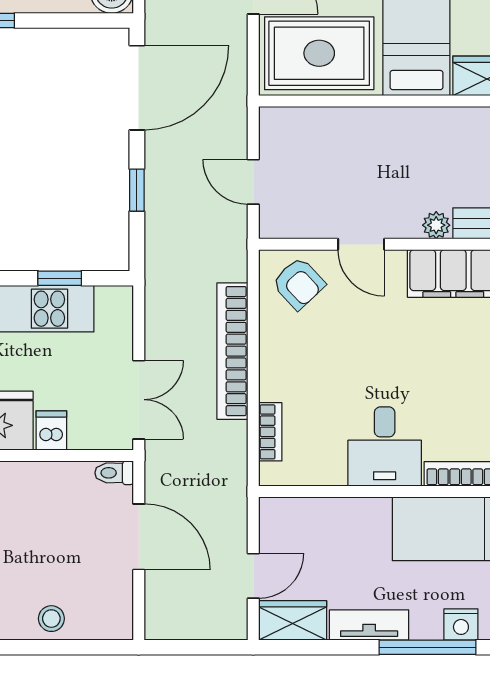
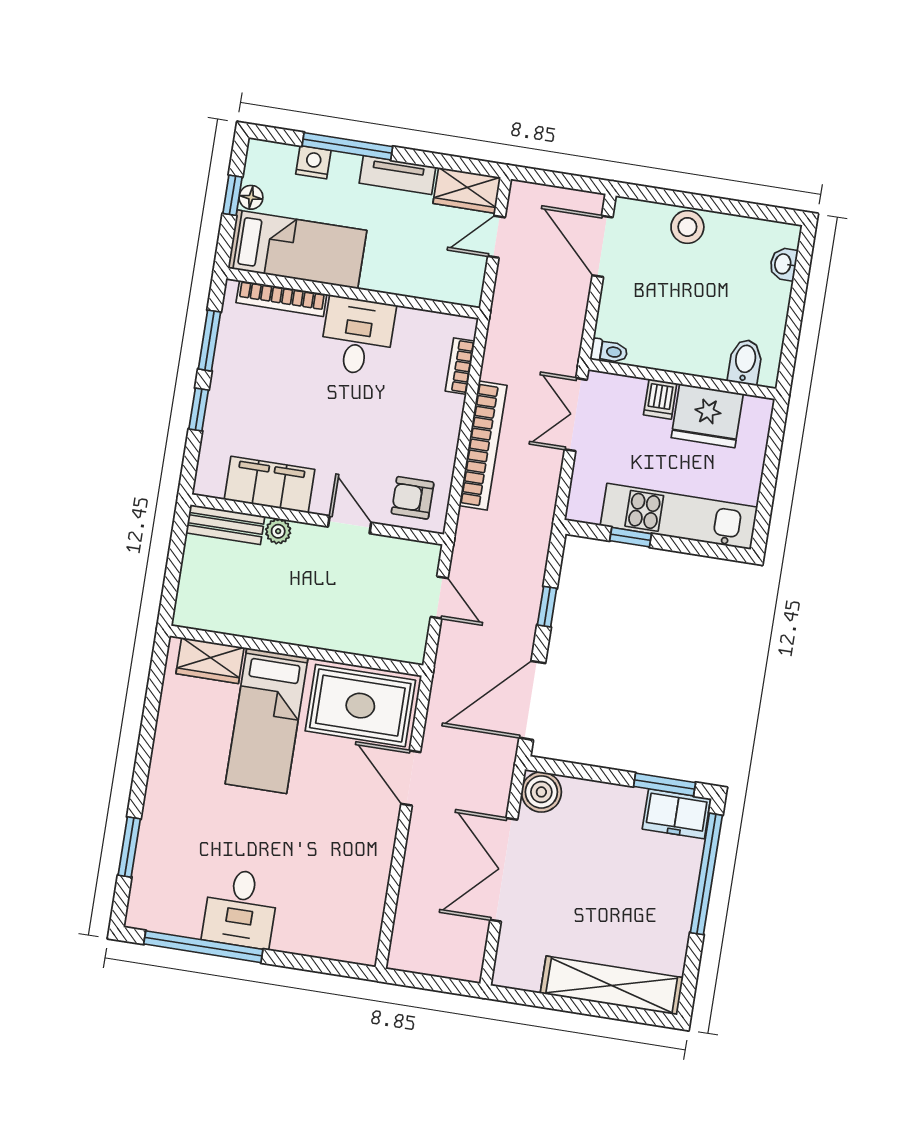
armchair: (299, 283) -> (413, 498), turned -47
door: (139, 537) -> (602, 246), moved
stool: (51, 619) -> (687, 227), width x1.37, depth x1.37

